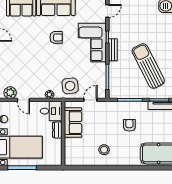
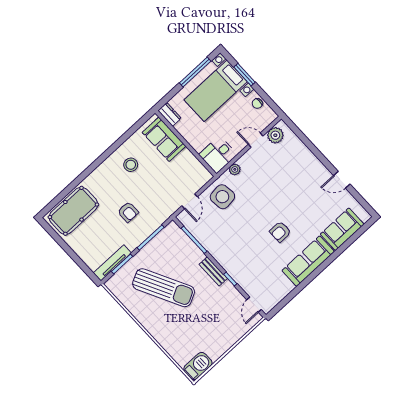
corner sofa: (92, 42) -> (240, 260), removed
sofa: (73, 123) -> (164, 139), moved
dresser: (57, 130) -> (170, 114), moved

